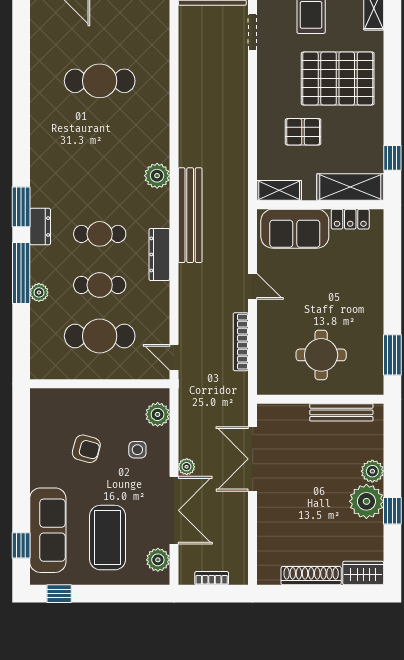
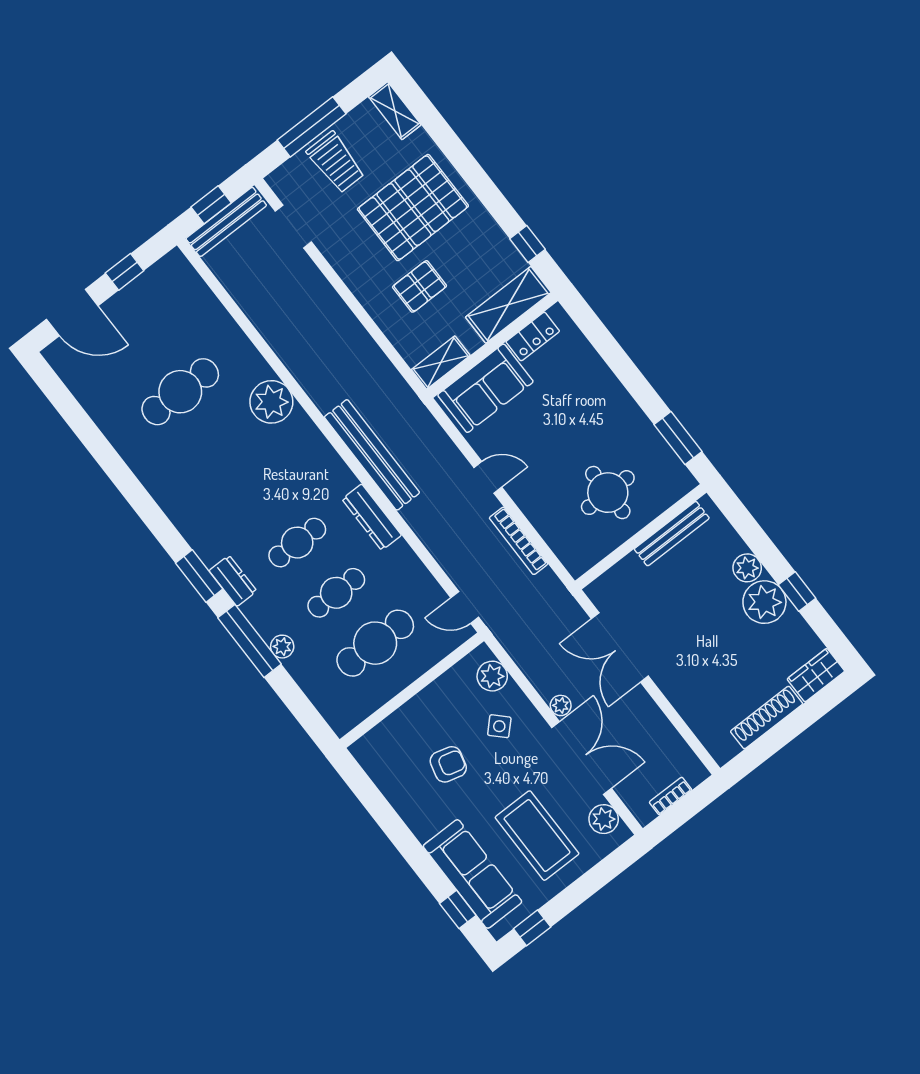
plant: (157, 176) -> (271, 402), moved, width x1.36, depth x1.36
side table: (137, 450) -> (499, 726), turned 45

